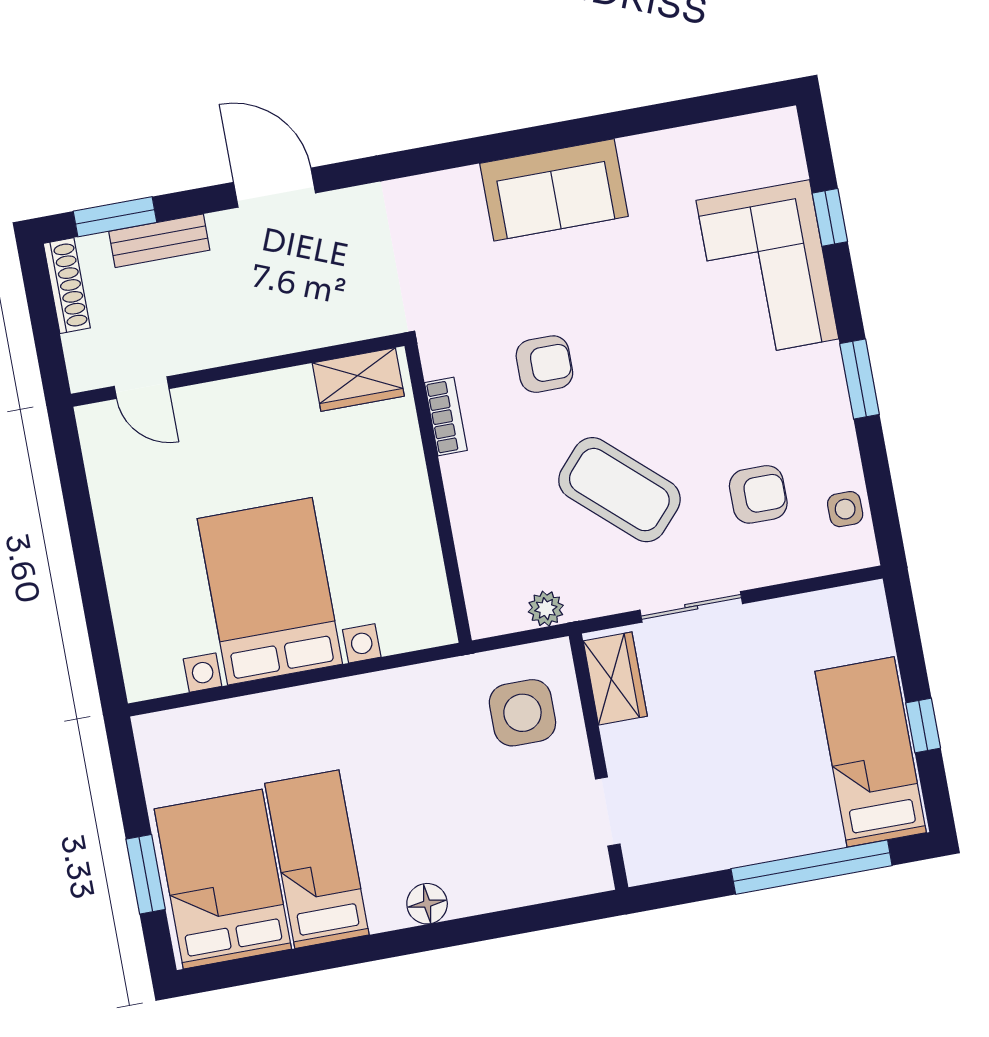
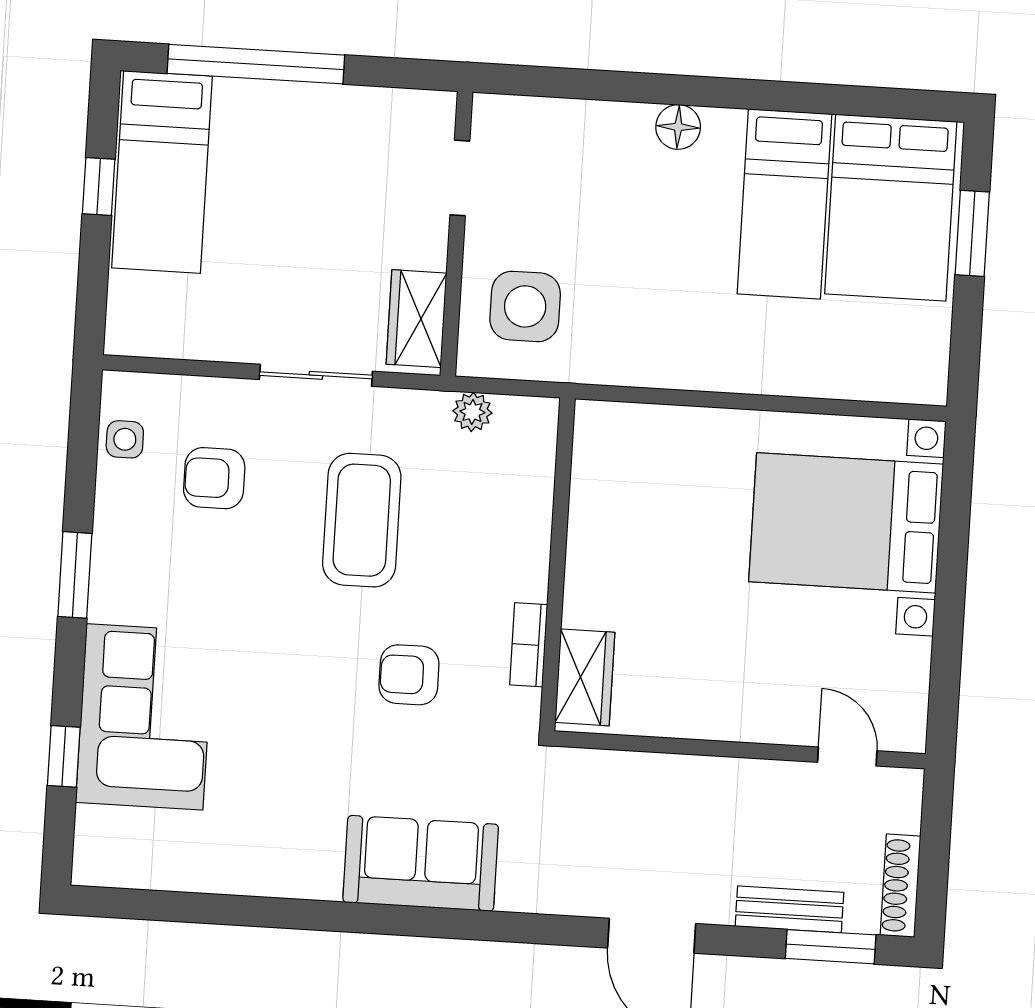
sofa: (554, 190) -> (421, 863), moved
wardrobe: (358, 379) -> (585, 677), moved, turned 90
coffee table: (619, 490) -> (362, 520), turned 48
bed with nightstands: (270, 591) -> (846, 523), moved, turned 90

